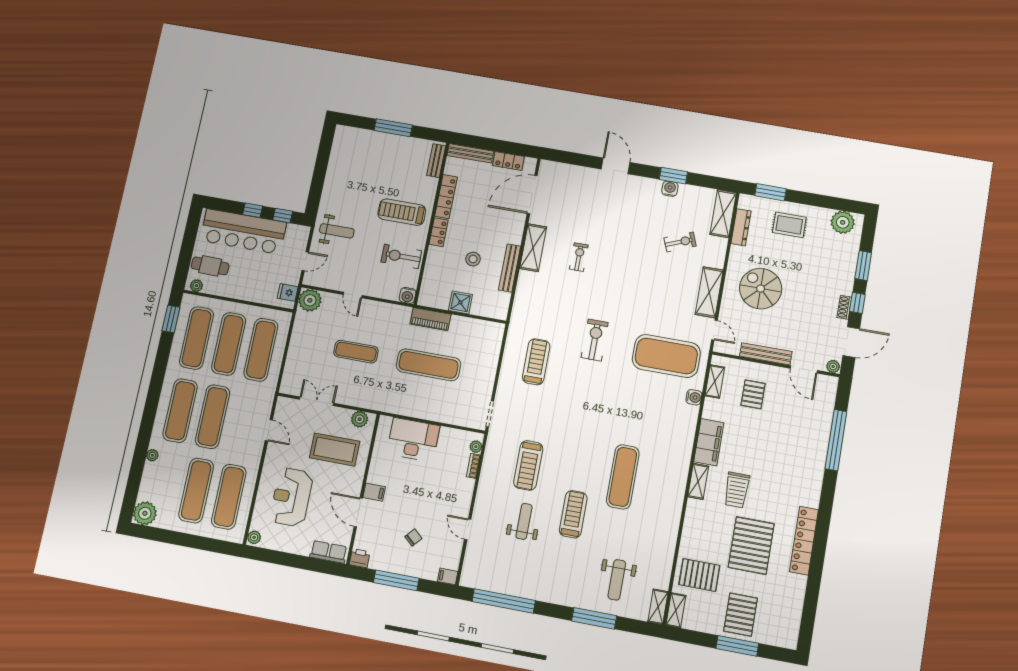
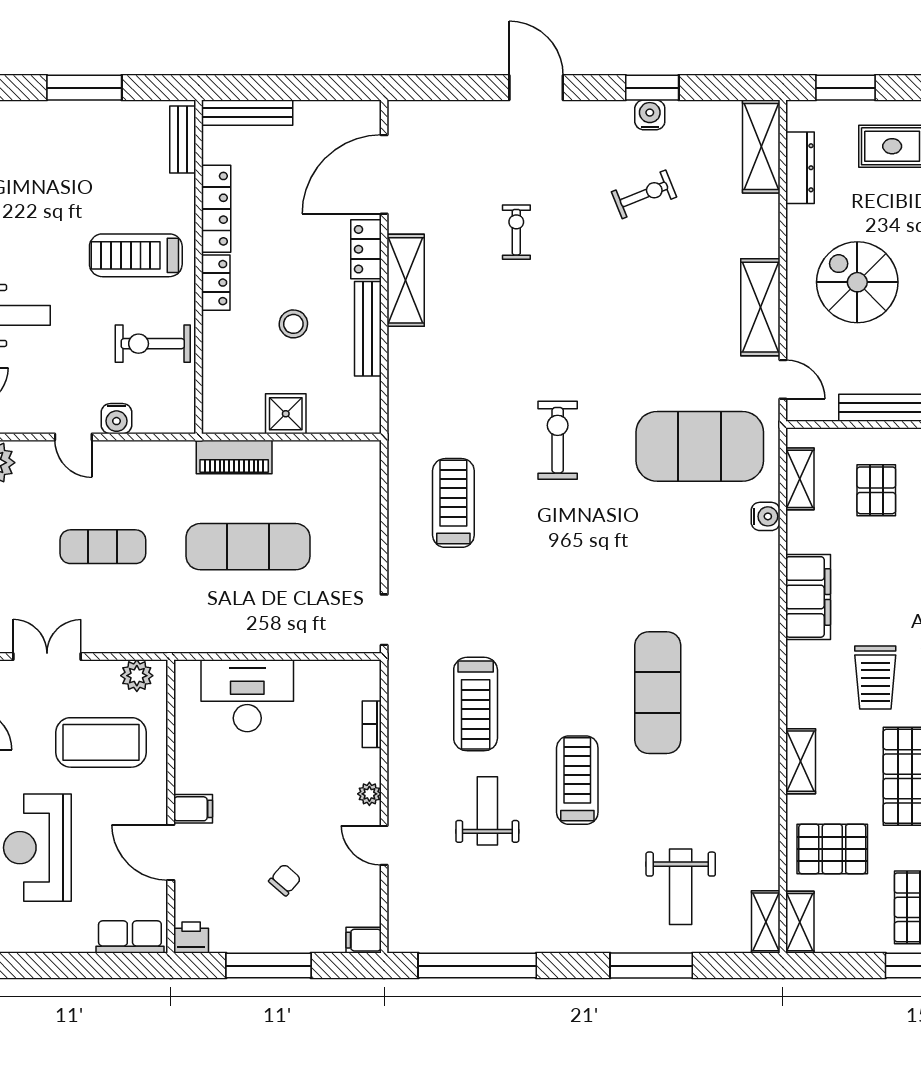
locker: (508, 161) -> (366, 249), moved, turned 90
exercise bike: (680, 242) -> (644, 194), moved
exercise bike: (579, 257) -> (516, 232), moved
water cooler: (408, 295) -> (116, 419), moved
plant: (476, 447) -> (369, 794), moved
shelving: (698, 481) -> (801, 761), moved

